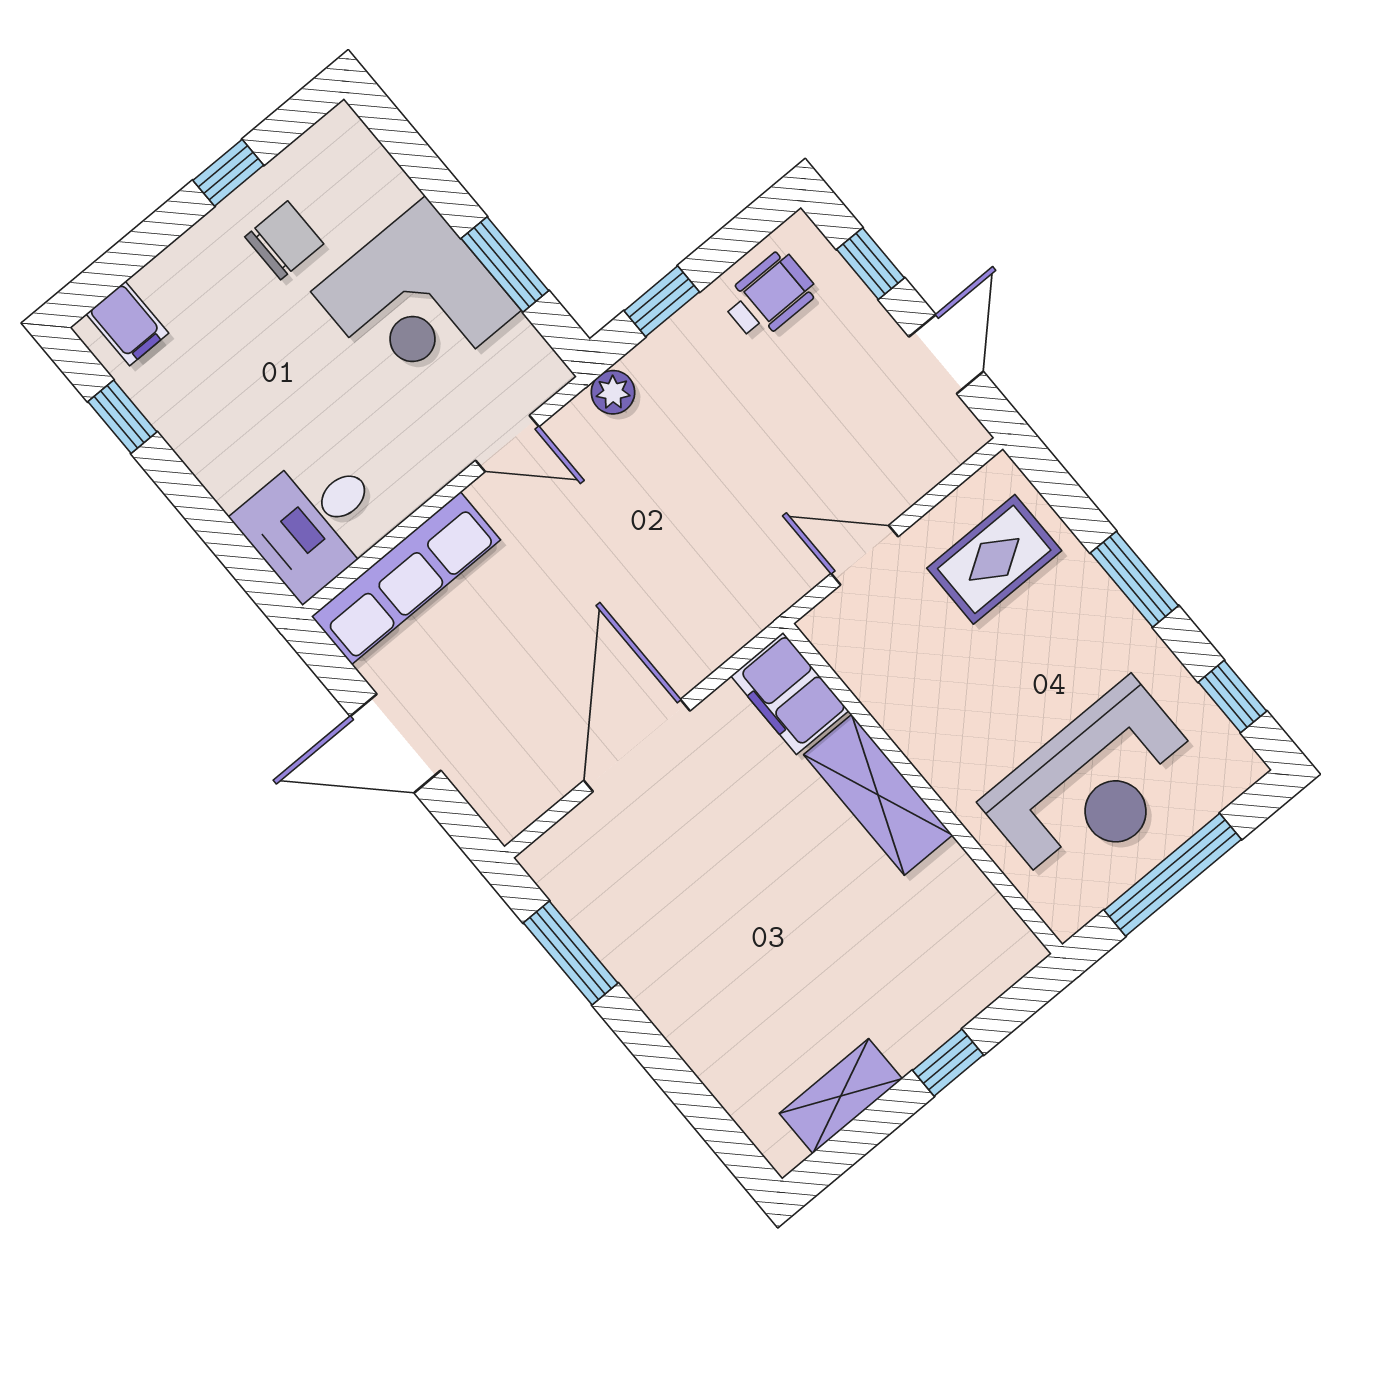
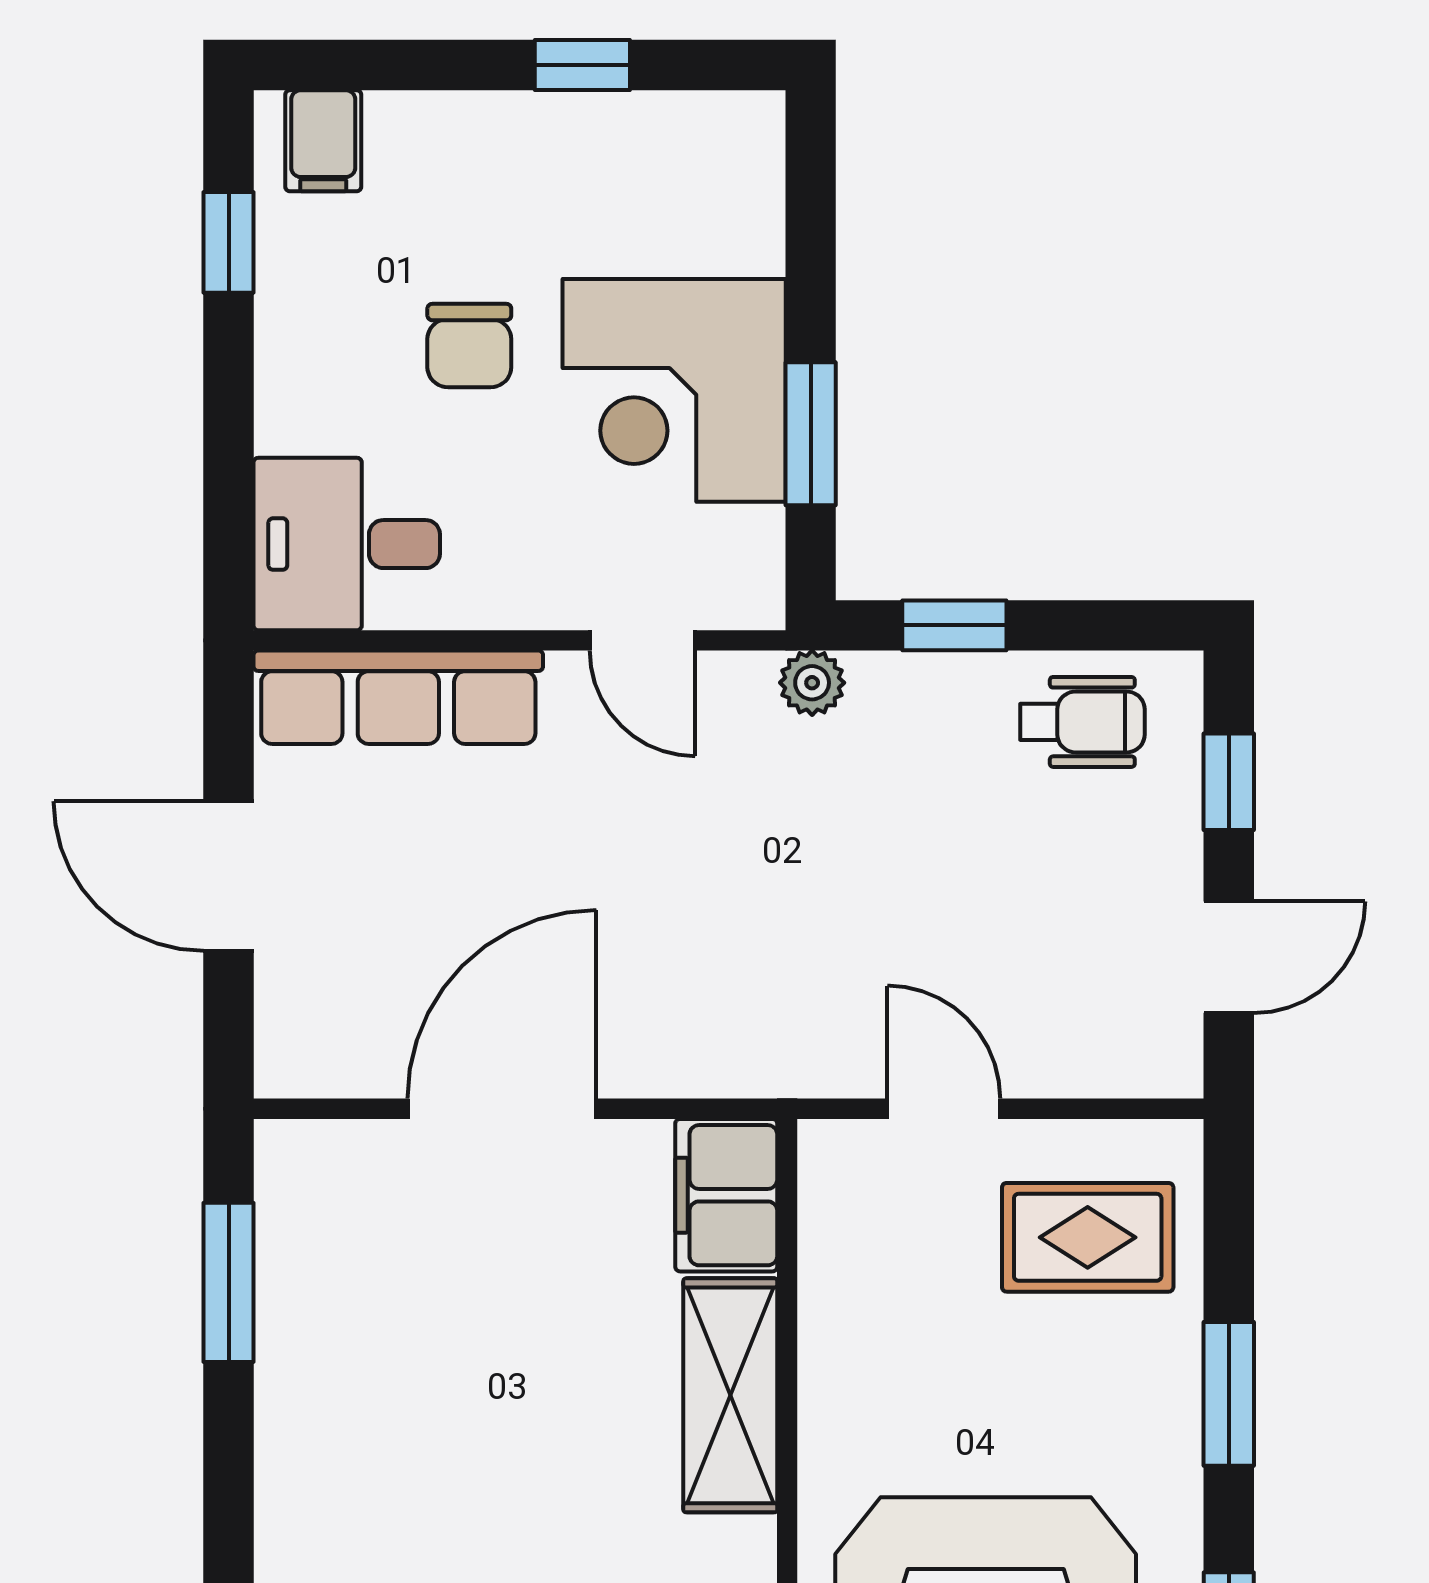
chair: (284, 240) -> (469, 346), moved, turned 90

